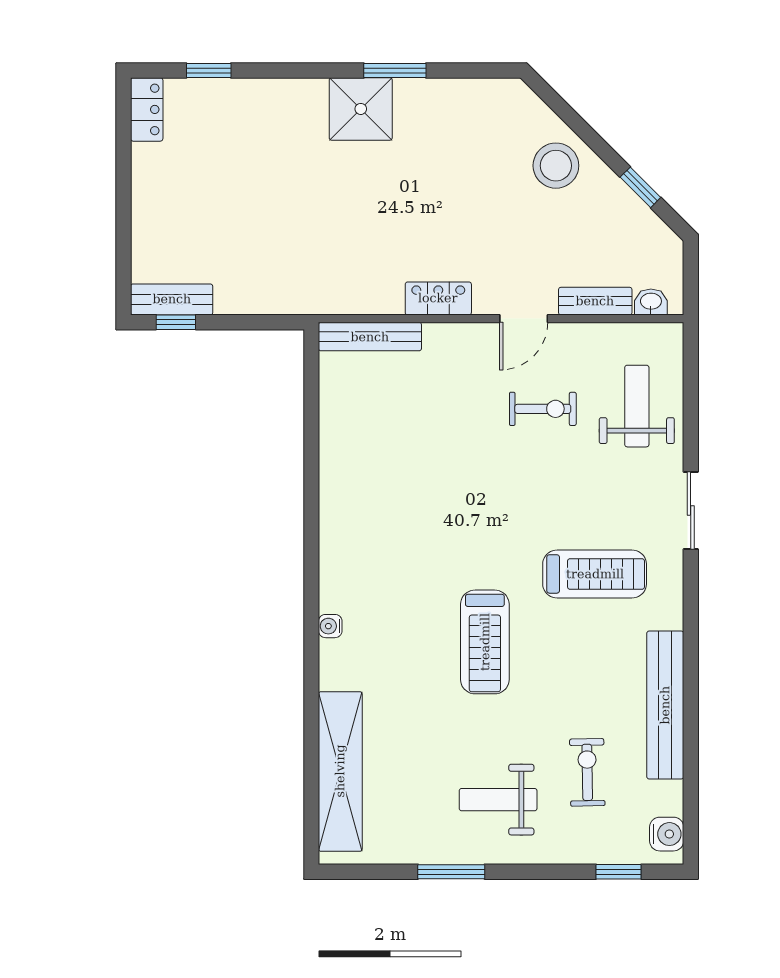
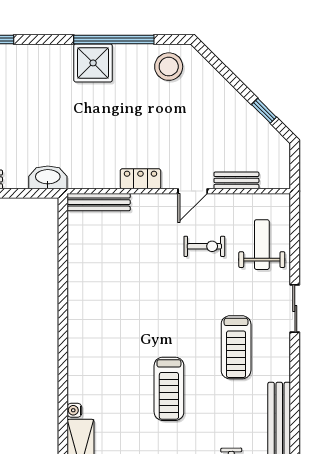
window: (395, 70) -> (114, 39), width x2.11
stool: (556, 166) -> (169, 67), moved
washbasin: (651, 302) -> (48, 177), moved, width x1.91, depth x1.45
treadmill: (595, 574) -> (236, 347), turned 90
water cooler: (330, 626) -> (74, 410), moved

